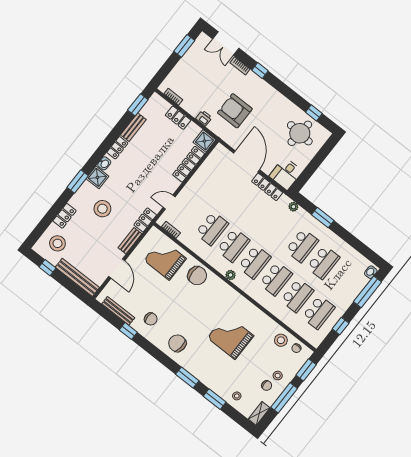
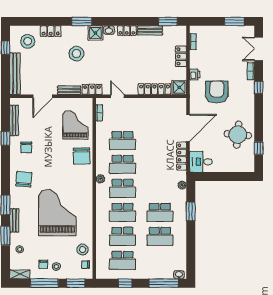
round table: (300, 133) -> (238, 135), moved
grand piano: (230, 337) -> (57, 213), width x1.37, depth x1.48
bench: (207, 381) -> (14, 220), added

